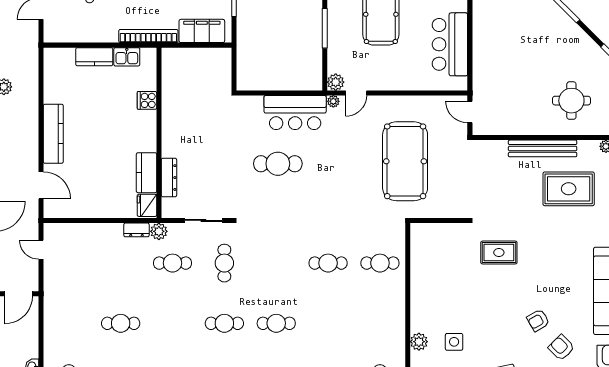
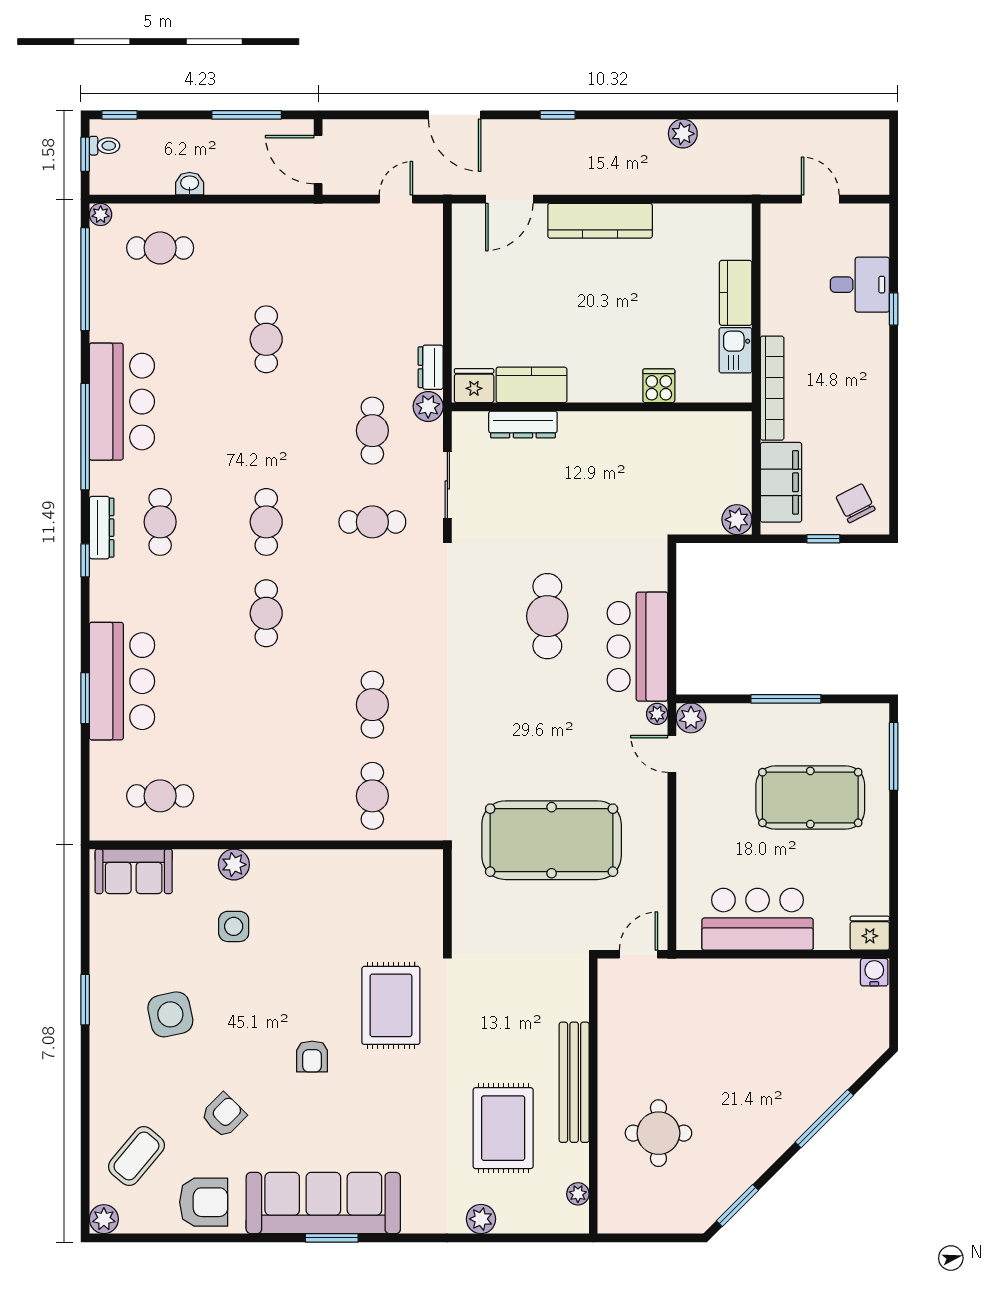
plant: (223, 56) -> (737, 520), added
rug: (499, 253) -> (391, 1005), width x1.36, depth x1.43
armchair: (538, 320) -> (312, 1056), moved, turned -150

